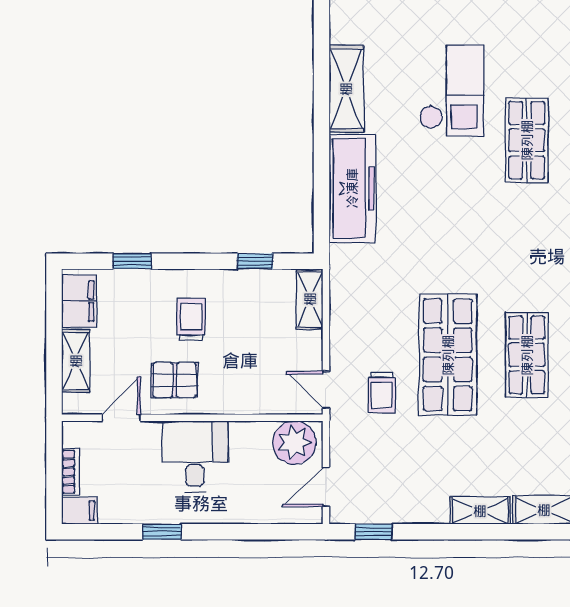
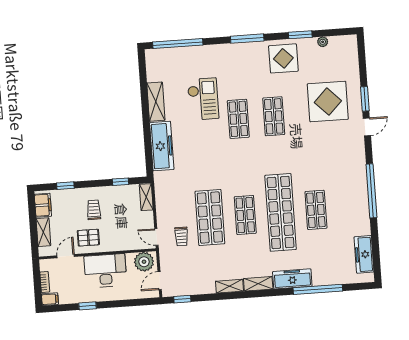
desk: (195, 456) -> (105, 271), width x1.37

